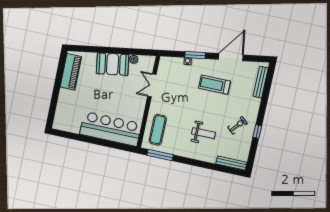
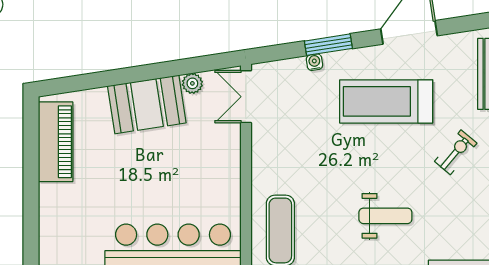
double door: (152, 85) -> (246, 97), moved
treadmill: (215, 85) -> (386, 101), width x1.37, depth x1.38
exercise bike: (238, 125) -> (456, 152), moved

